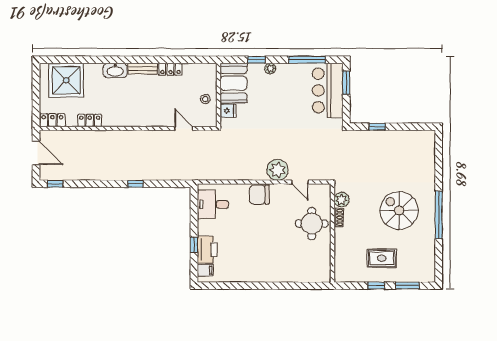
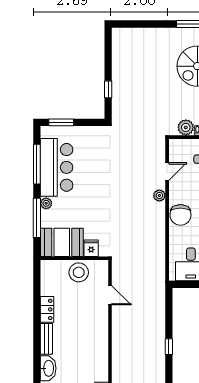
window: (256, 60) -> (37, 218), width x2.17
bar counter: (328, 90) -> (57, 167), moved, turned -90
stool: (205, 99) -> (79, 272), width x1.89, depth x1.89
door: (184, 128) -> (110, 295), swing flipped
plant: (278, 170) -> (159, 195), width x0.53, depth x0.53

